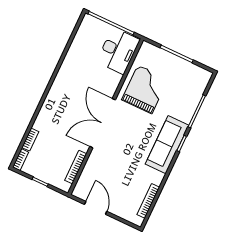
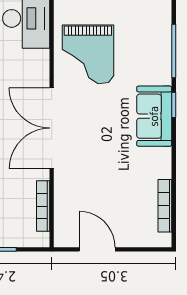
grand piano: (145, 89) -> (88, 54), turned 180
sofa: (167, 145) -> (154, 116), width x0.73

